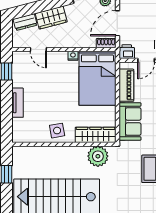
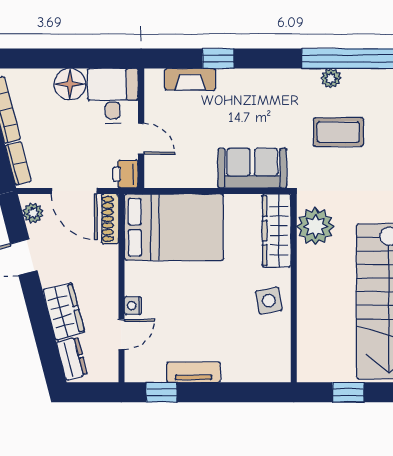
shoe rack: (106, 43) -> (110, 219), width x1.43
nightstand: (73, 56) -> (133, 305), moved
piano: (126, 85) -> (187, 175), removed
tv unit: (18, 103) -> (194, 372), moved

